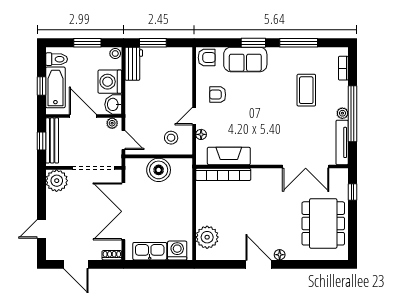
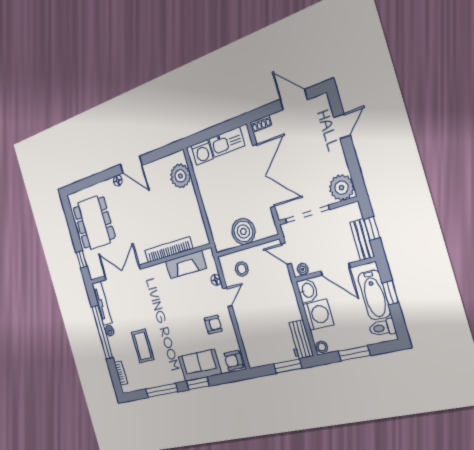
bench: (52, 140) -> (362, 240), width x0.73
bookcase: (223, 174) -> (169, 250), moved

